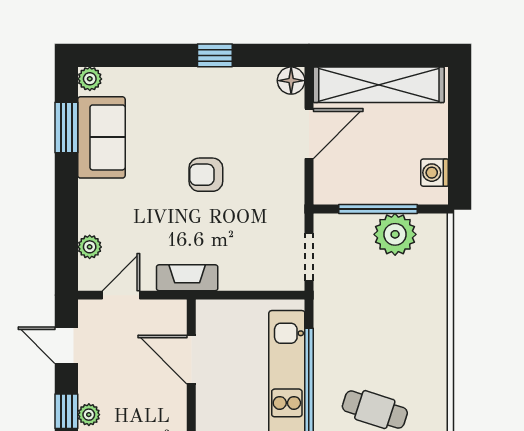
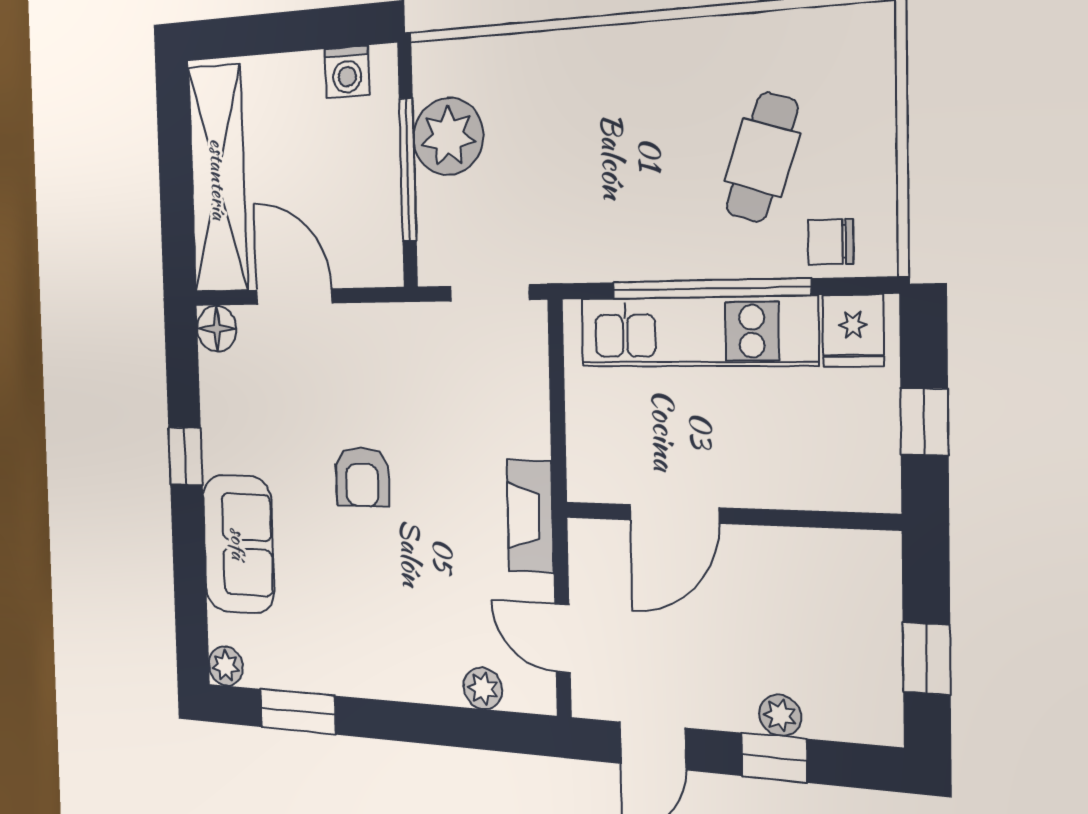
sofa: (101, 137) -> (238, 544), moved, turned 90

